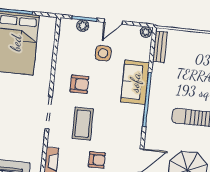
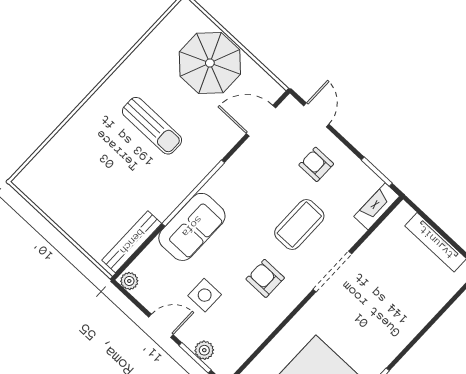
bench: (160, 47) -> (132, 242), width x1.36

